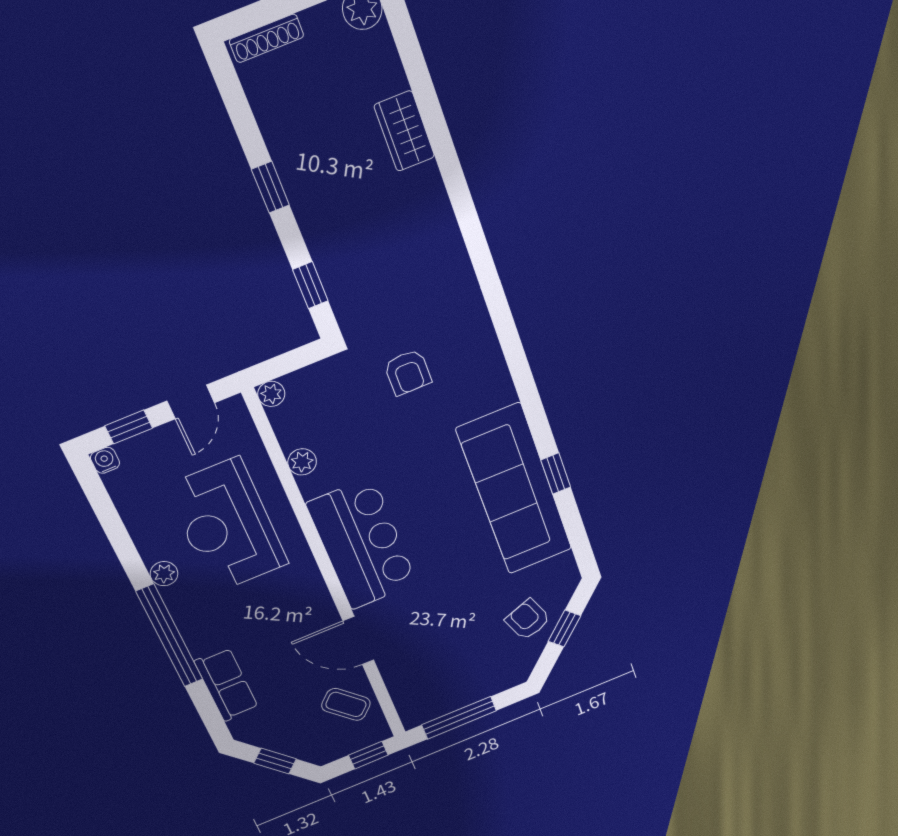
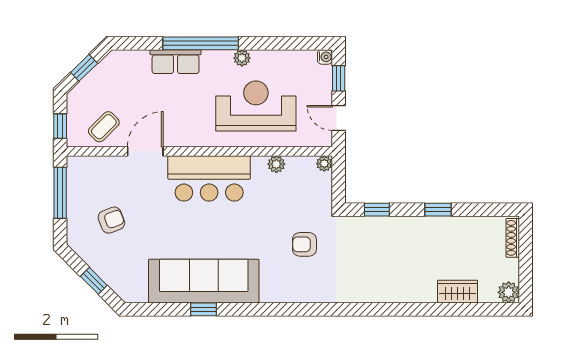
wardrobe: (404, 131) -> (457, 292), moved
armchair: (528, 620) -> (111, 220), moved
row of seats: (226, 685) -> (176, 62), moved

